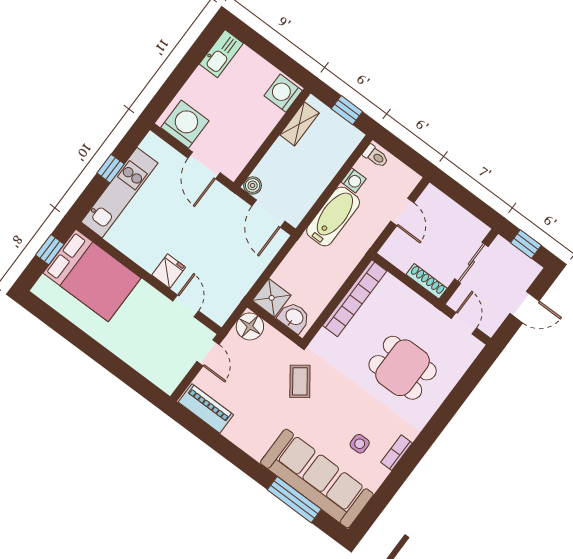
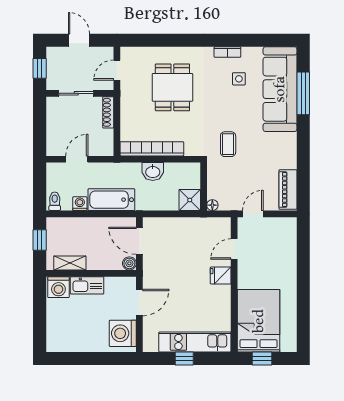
kitchen sink: (221, 54) -> (87, 285), moved, turned 180
door: (268, 214) -> (139, 241), swing flipped
washbasin: (294, 317) -> (153, 172), moved, turned -90
floor lamp: (250, 326) -> (212, 205), width x0.53, depth x0.53
coffee table: (300, 381) -> (228, 144), turned -54

